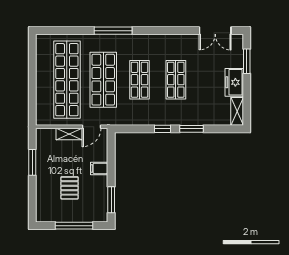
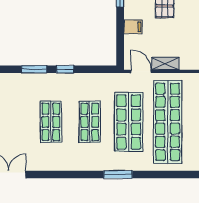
window: (113, 31) -> (118, 175), width x0.69
door: (92, 127) -> (141, 71), hinge flipped

